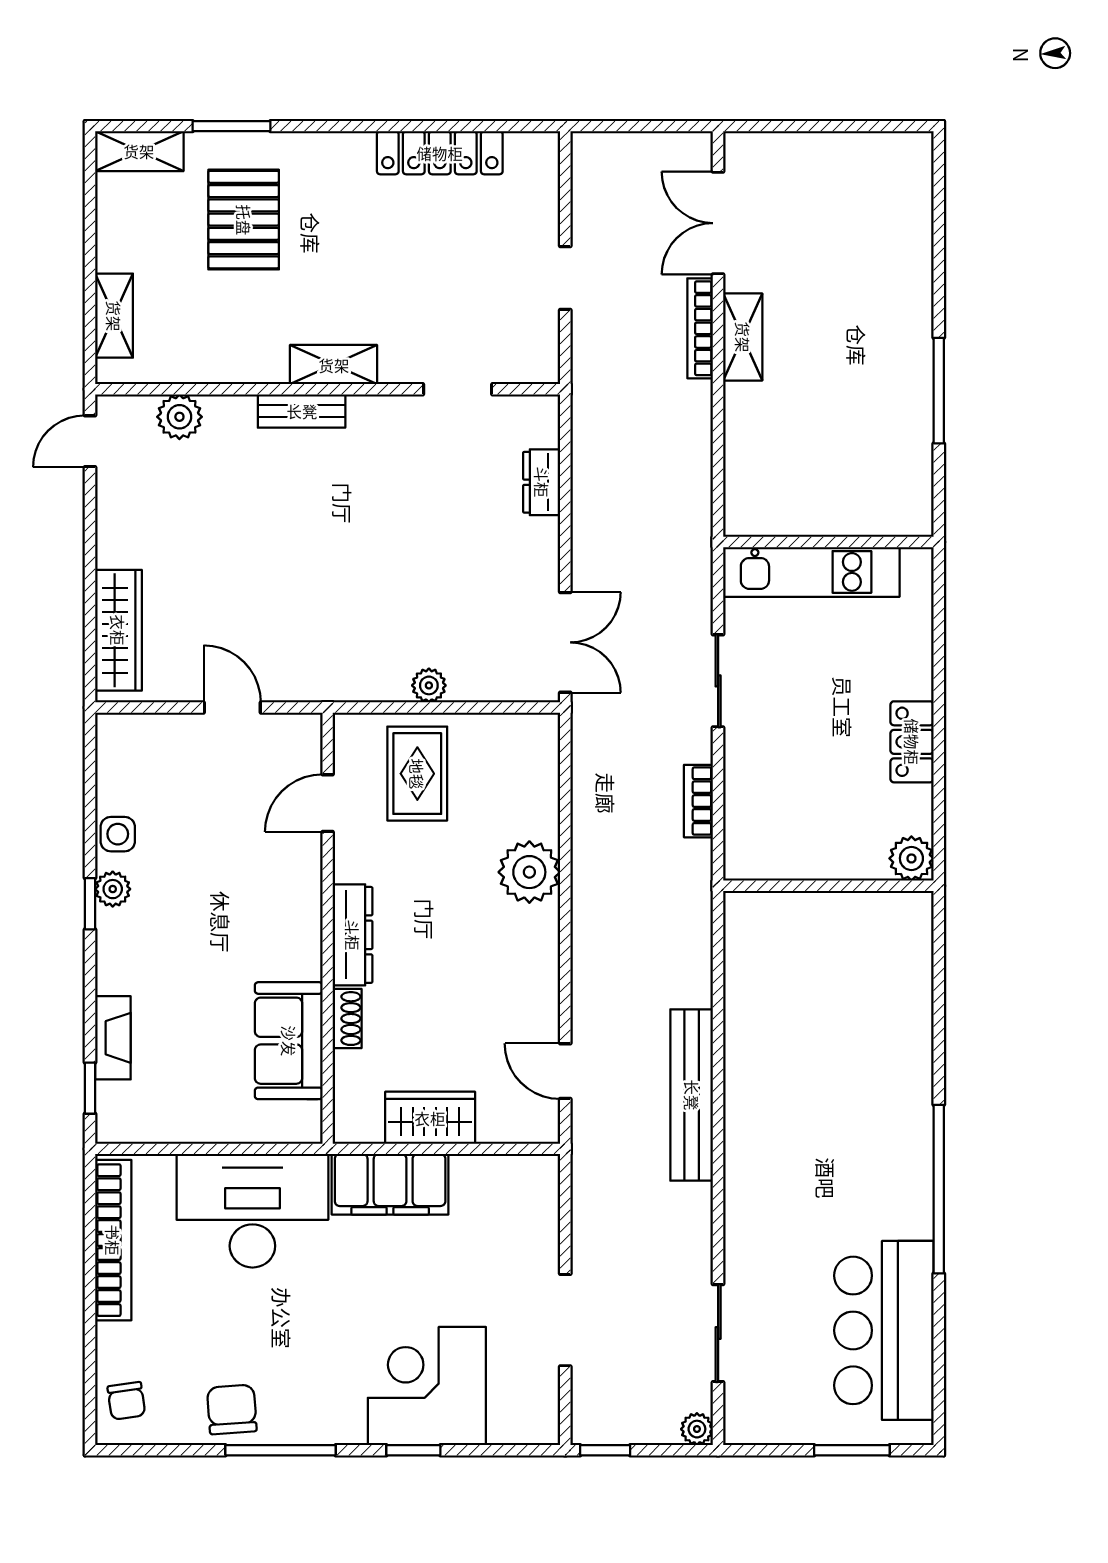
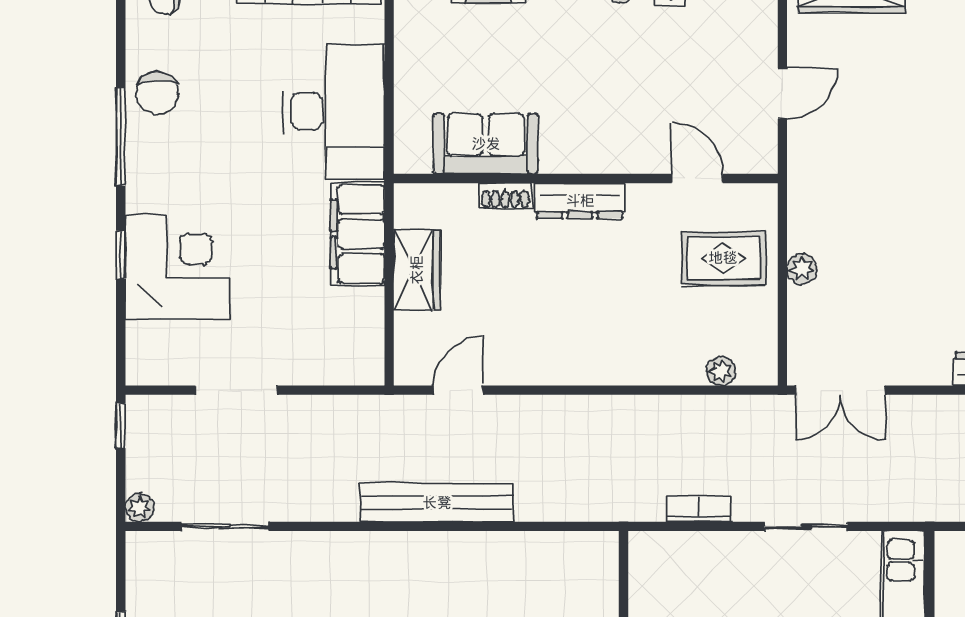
plant: (529, 872) -> (721, 371), moved, width x0.53, depth x0.53
chair: (232, 1409) -> (157, 93), turned 94

